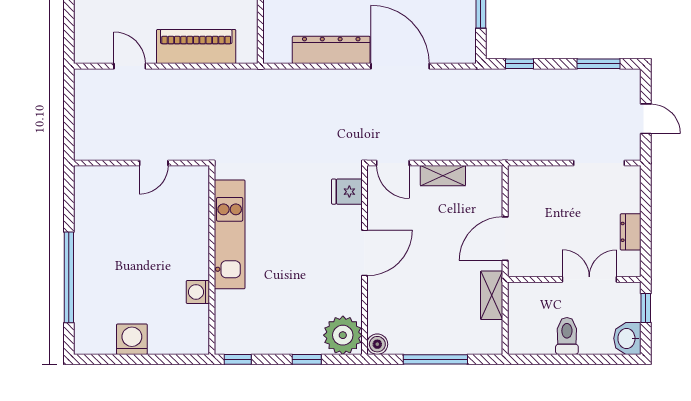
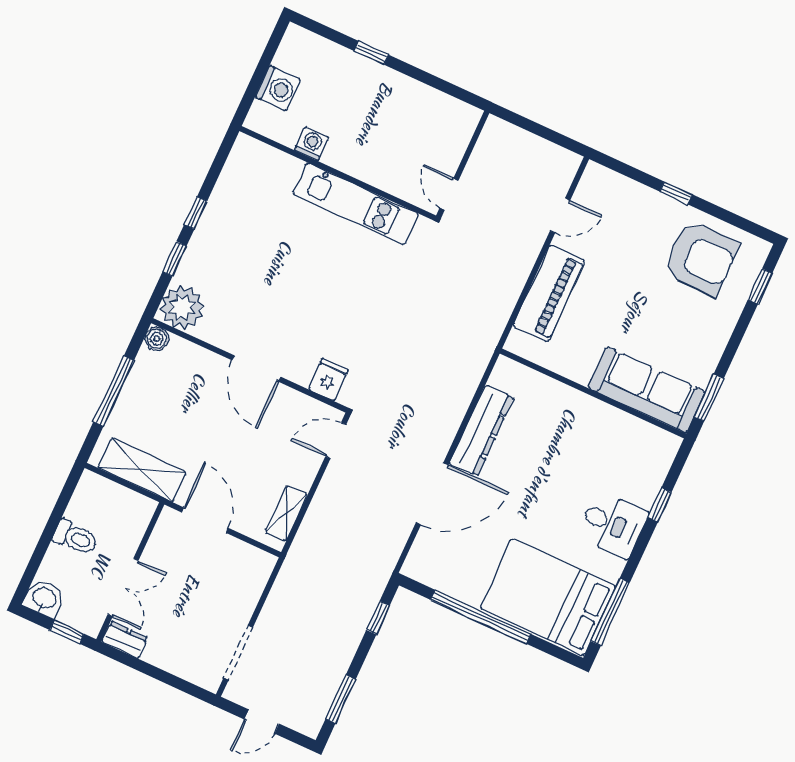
shelving: (443, 176) -> (286, 514), moved
dresser: (631, 232) -> (125, 640), moved
kitchen unit: (230, 234) -> (356, 204), moved
wall: (212, 260) -> (338, 173), moved
window: (69, 277) -> (371, 53), width x0.32
washing machine: (198, 292) -> (311, 144), moved
shelving: (492, 295) -> (142, 470), width x1.50, depth x1.33
window: (238, 359) -> (196, 213), moved

